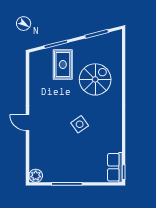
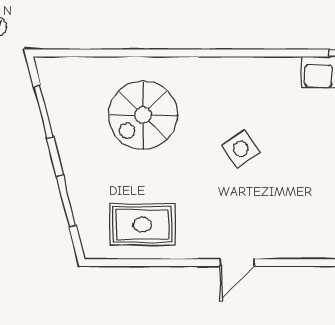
rug: (63, 65) -> (142, 225), moved
spiral stairs: (95, 79) -> (143, 115), turned -90

